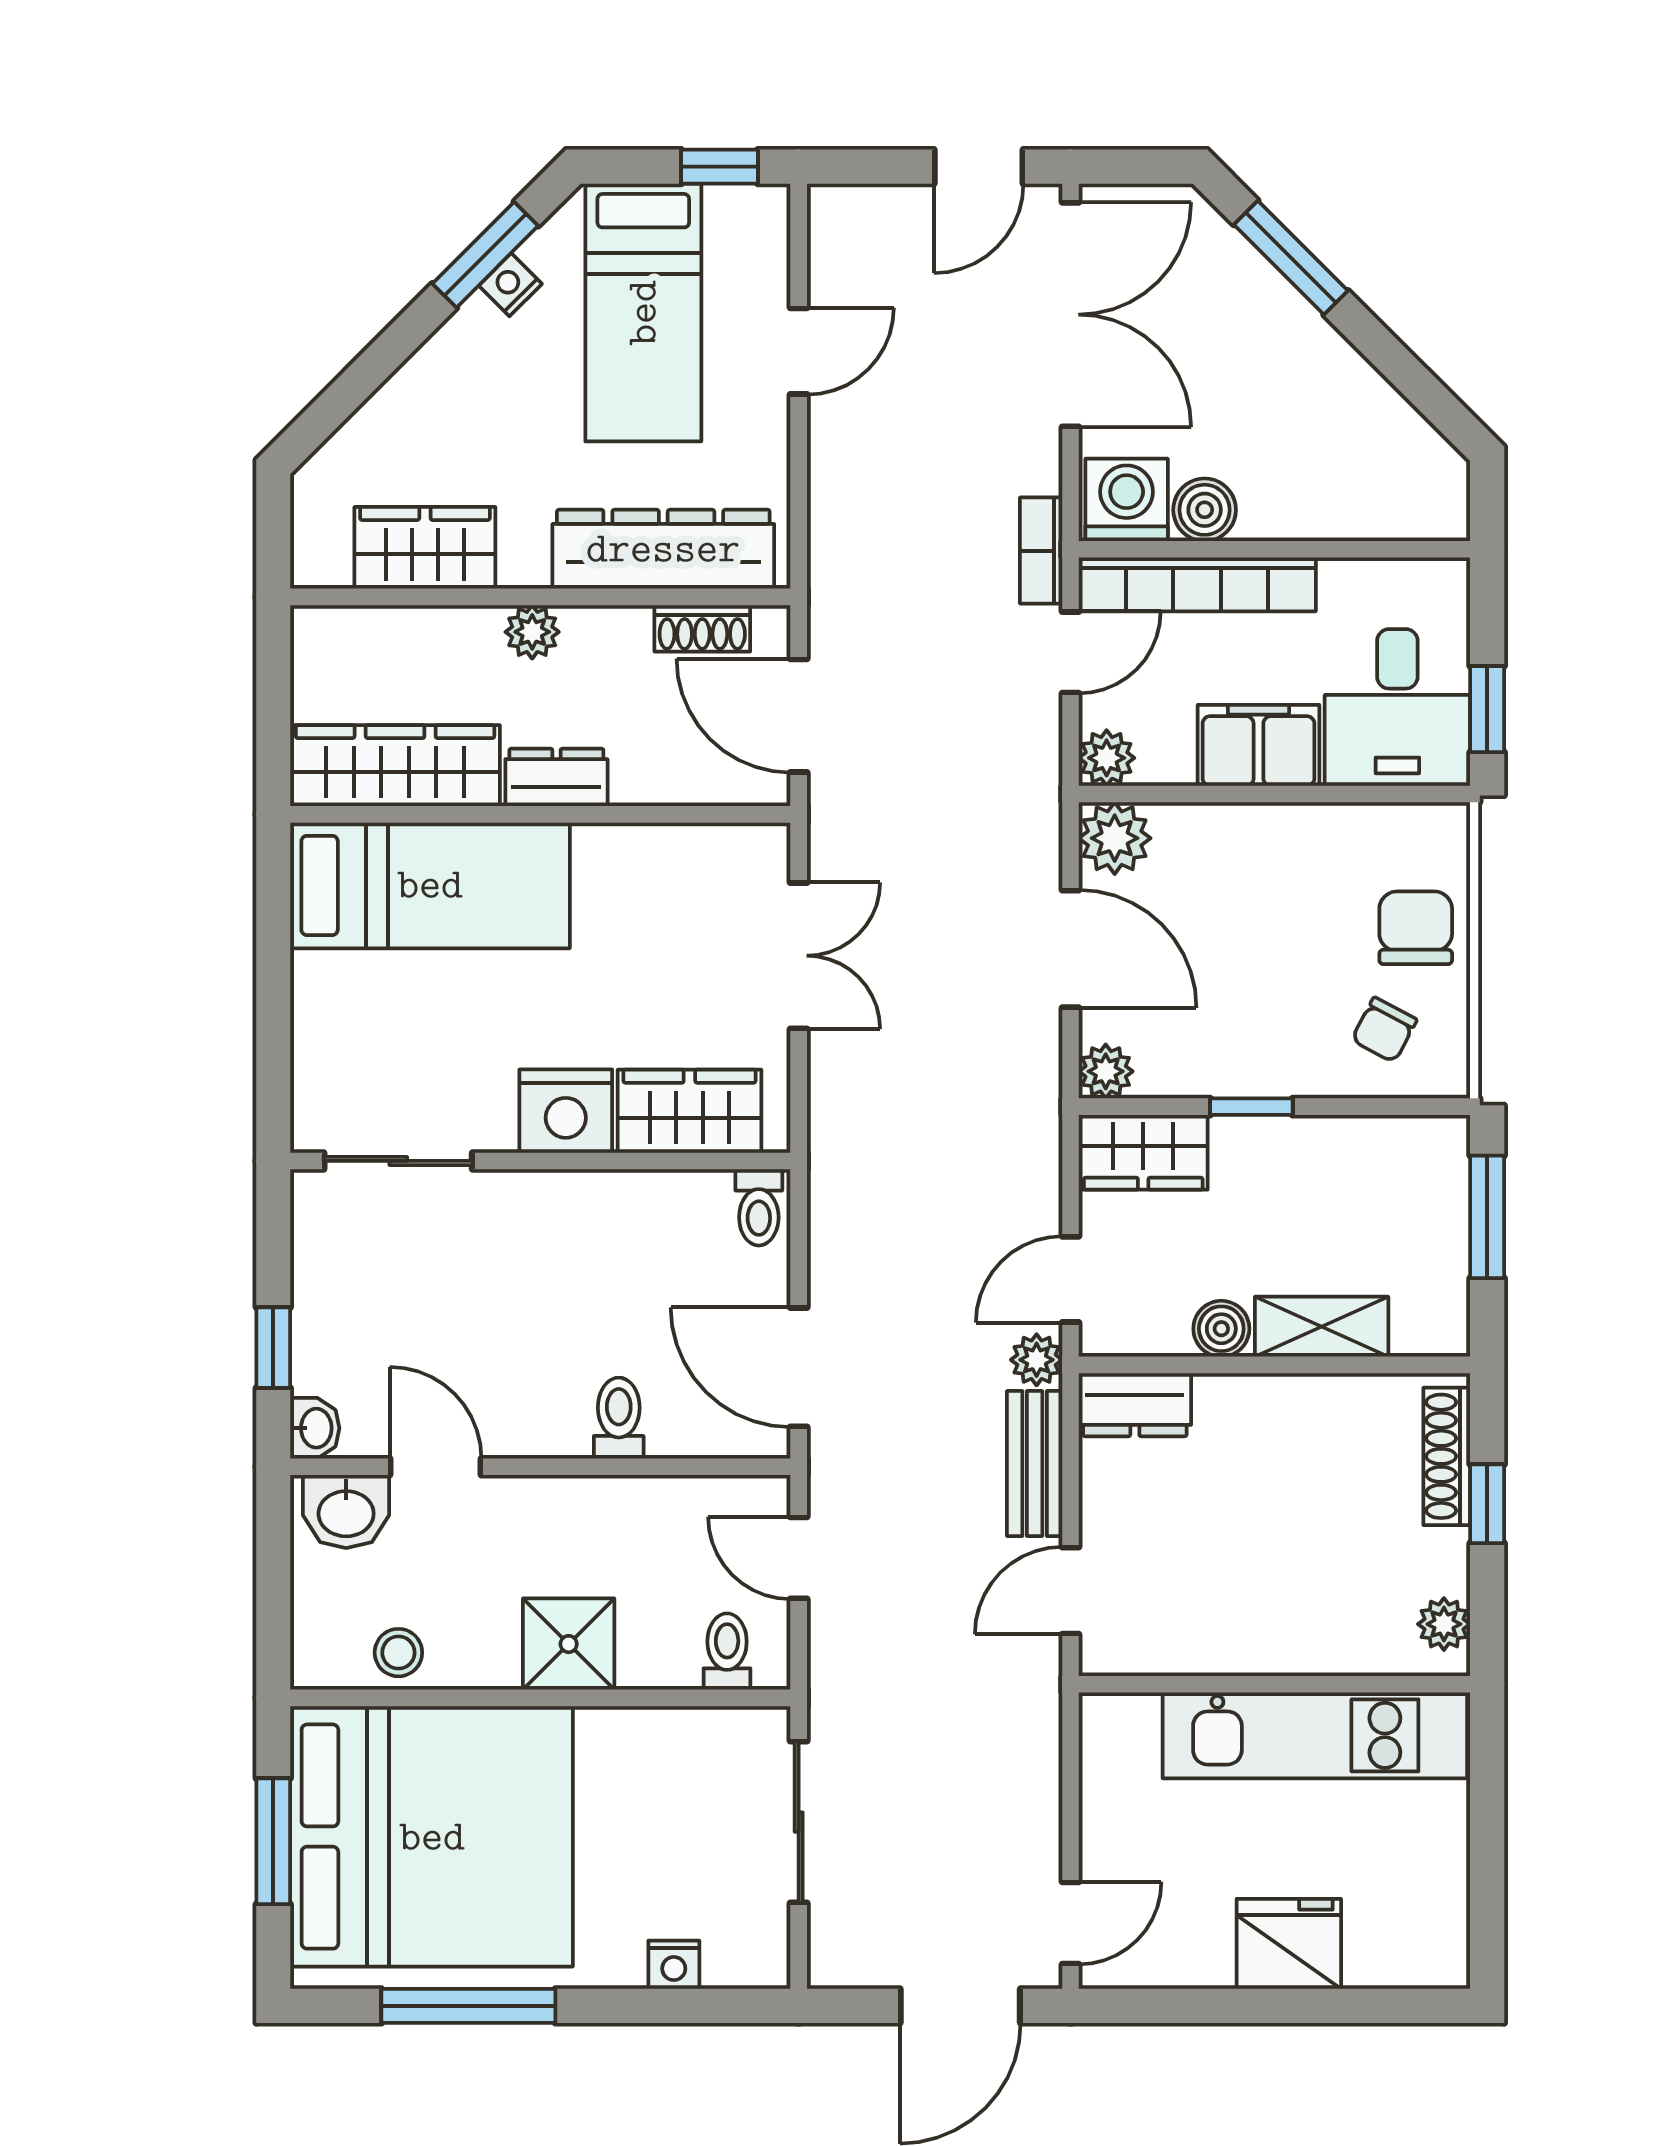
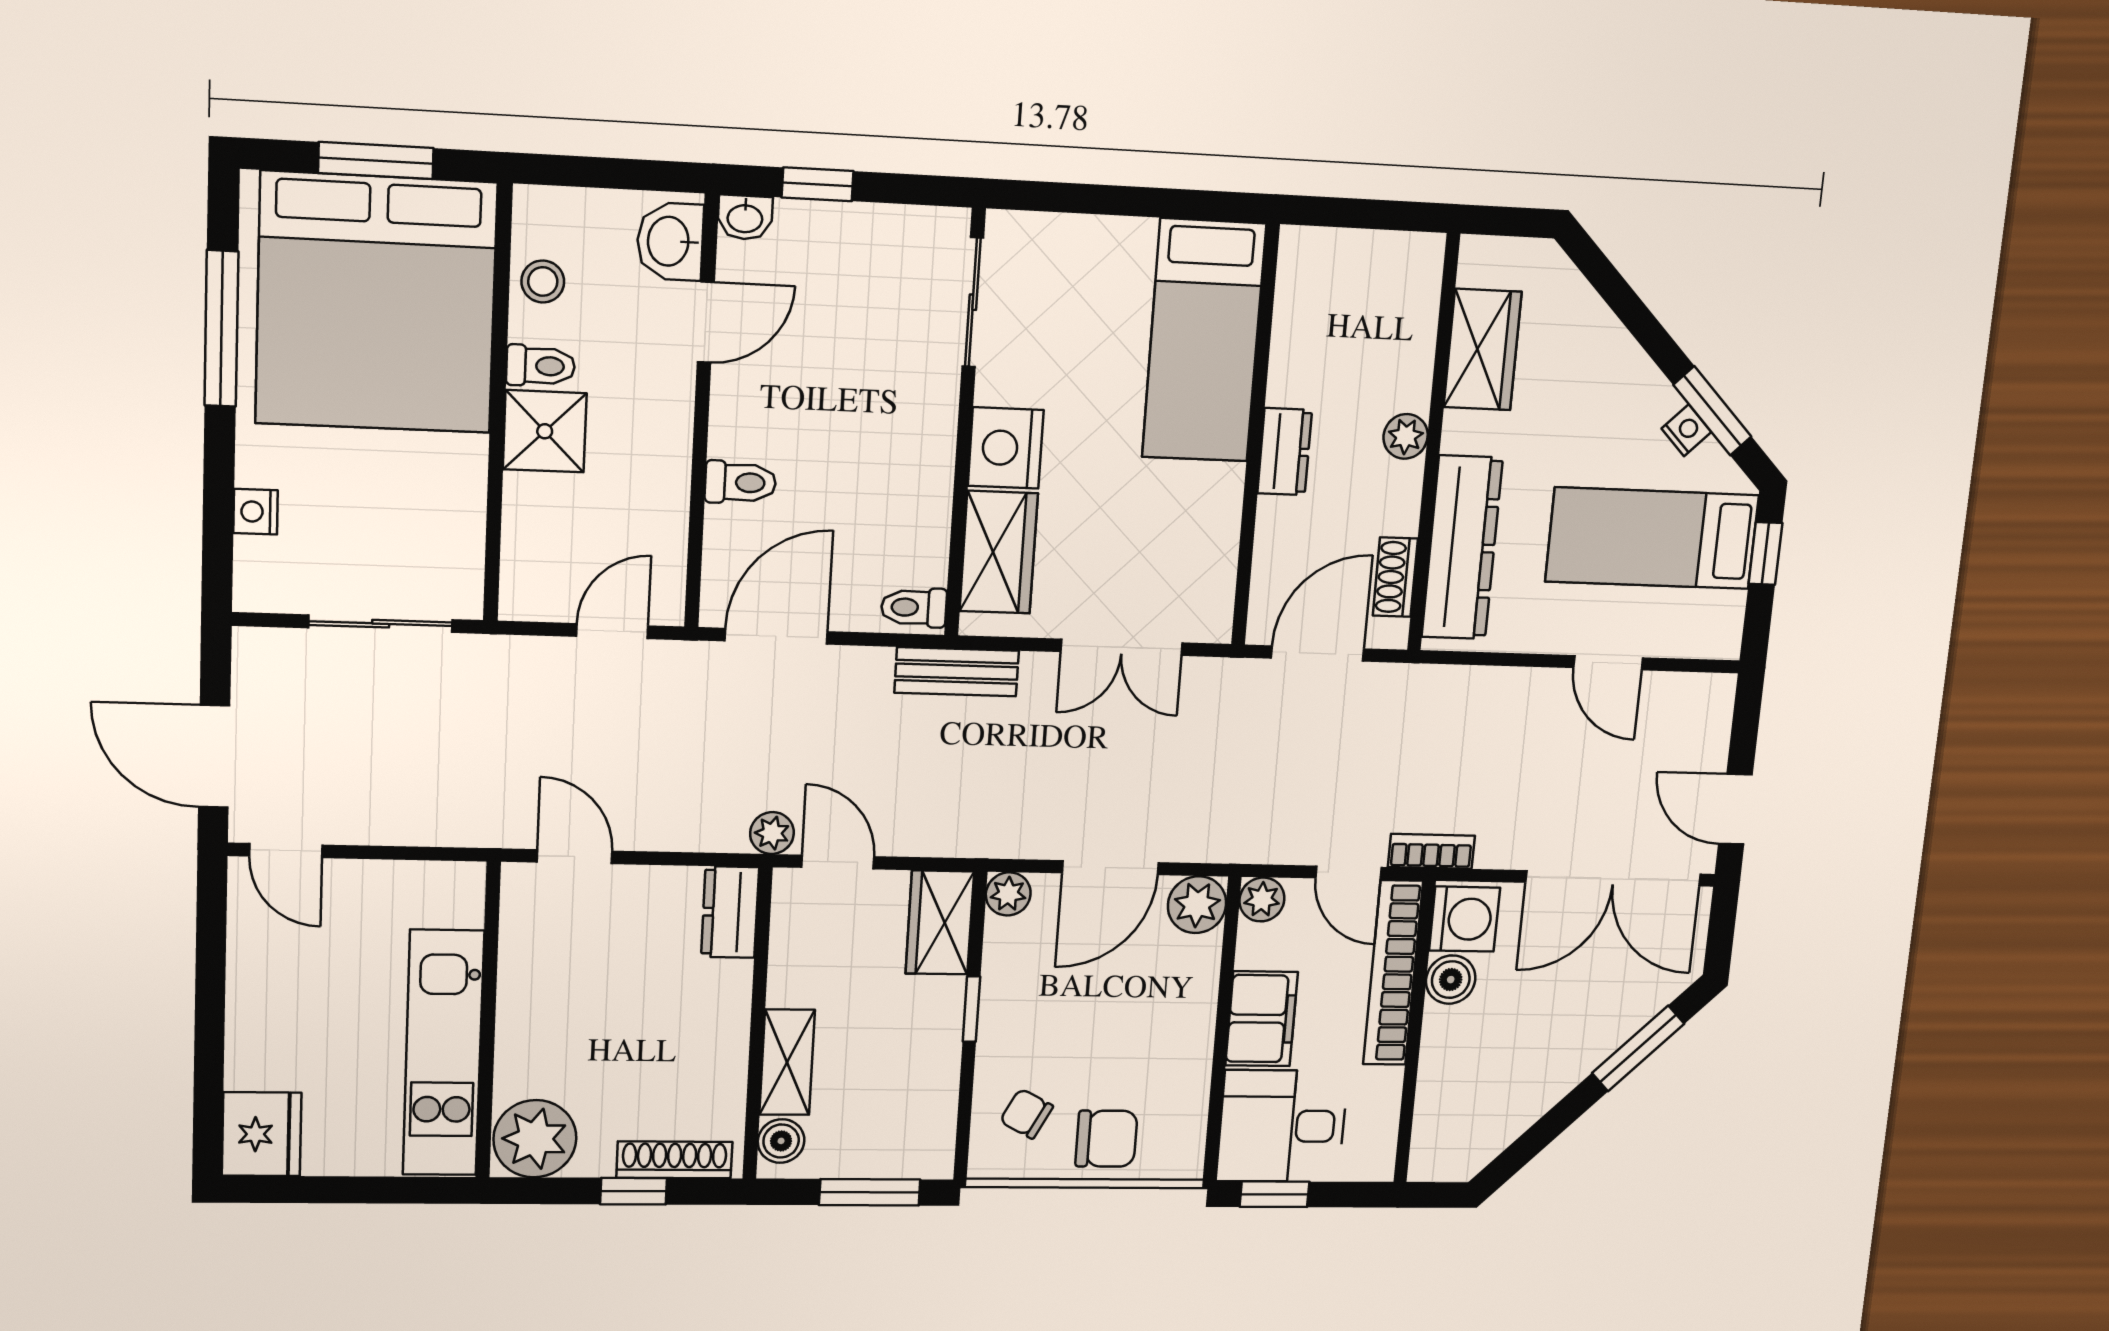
window: (720, 167) -> (1765, 554), moved
wardrobe: (395, 766) -> (1306, 316), removed
boiler: (1221, 1329) -> (781, 1141), moved
bench: (1035, 1464) -> (957, 672), moved
plant: (1444, 1624) -> (535, 1139), width x1.87, depth x1.87
toilet: (727, 1652) -> (541, 366), moved
fridge: (1289, 1944) -> (262, 1134), moved

